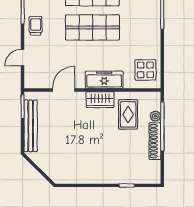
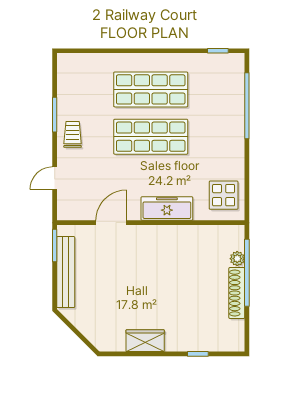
wardrobe: (100, 100) -> (145, 341), moved, turned 180
rug: (128, 114) -> (200, 256), removed

